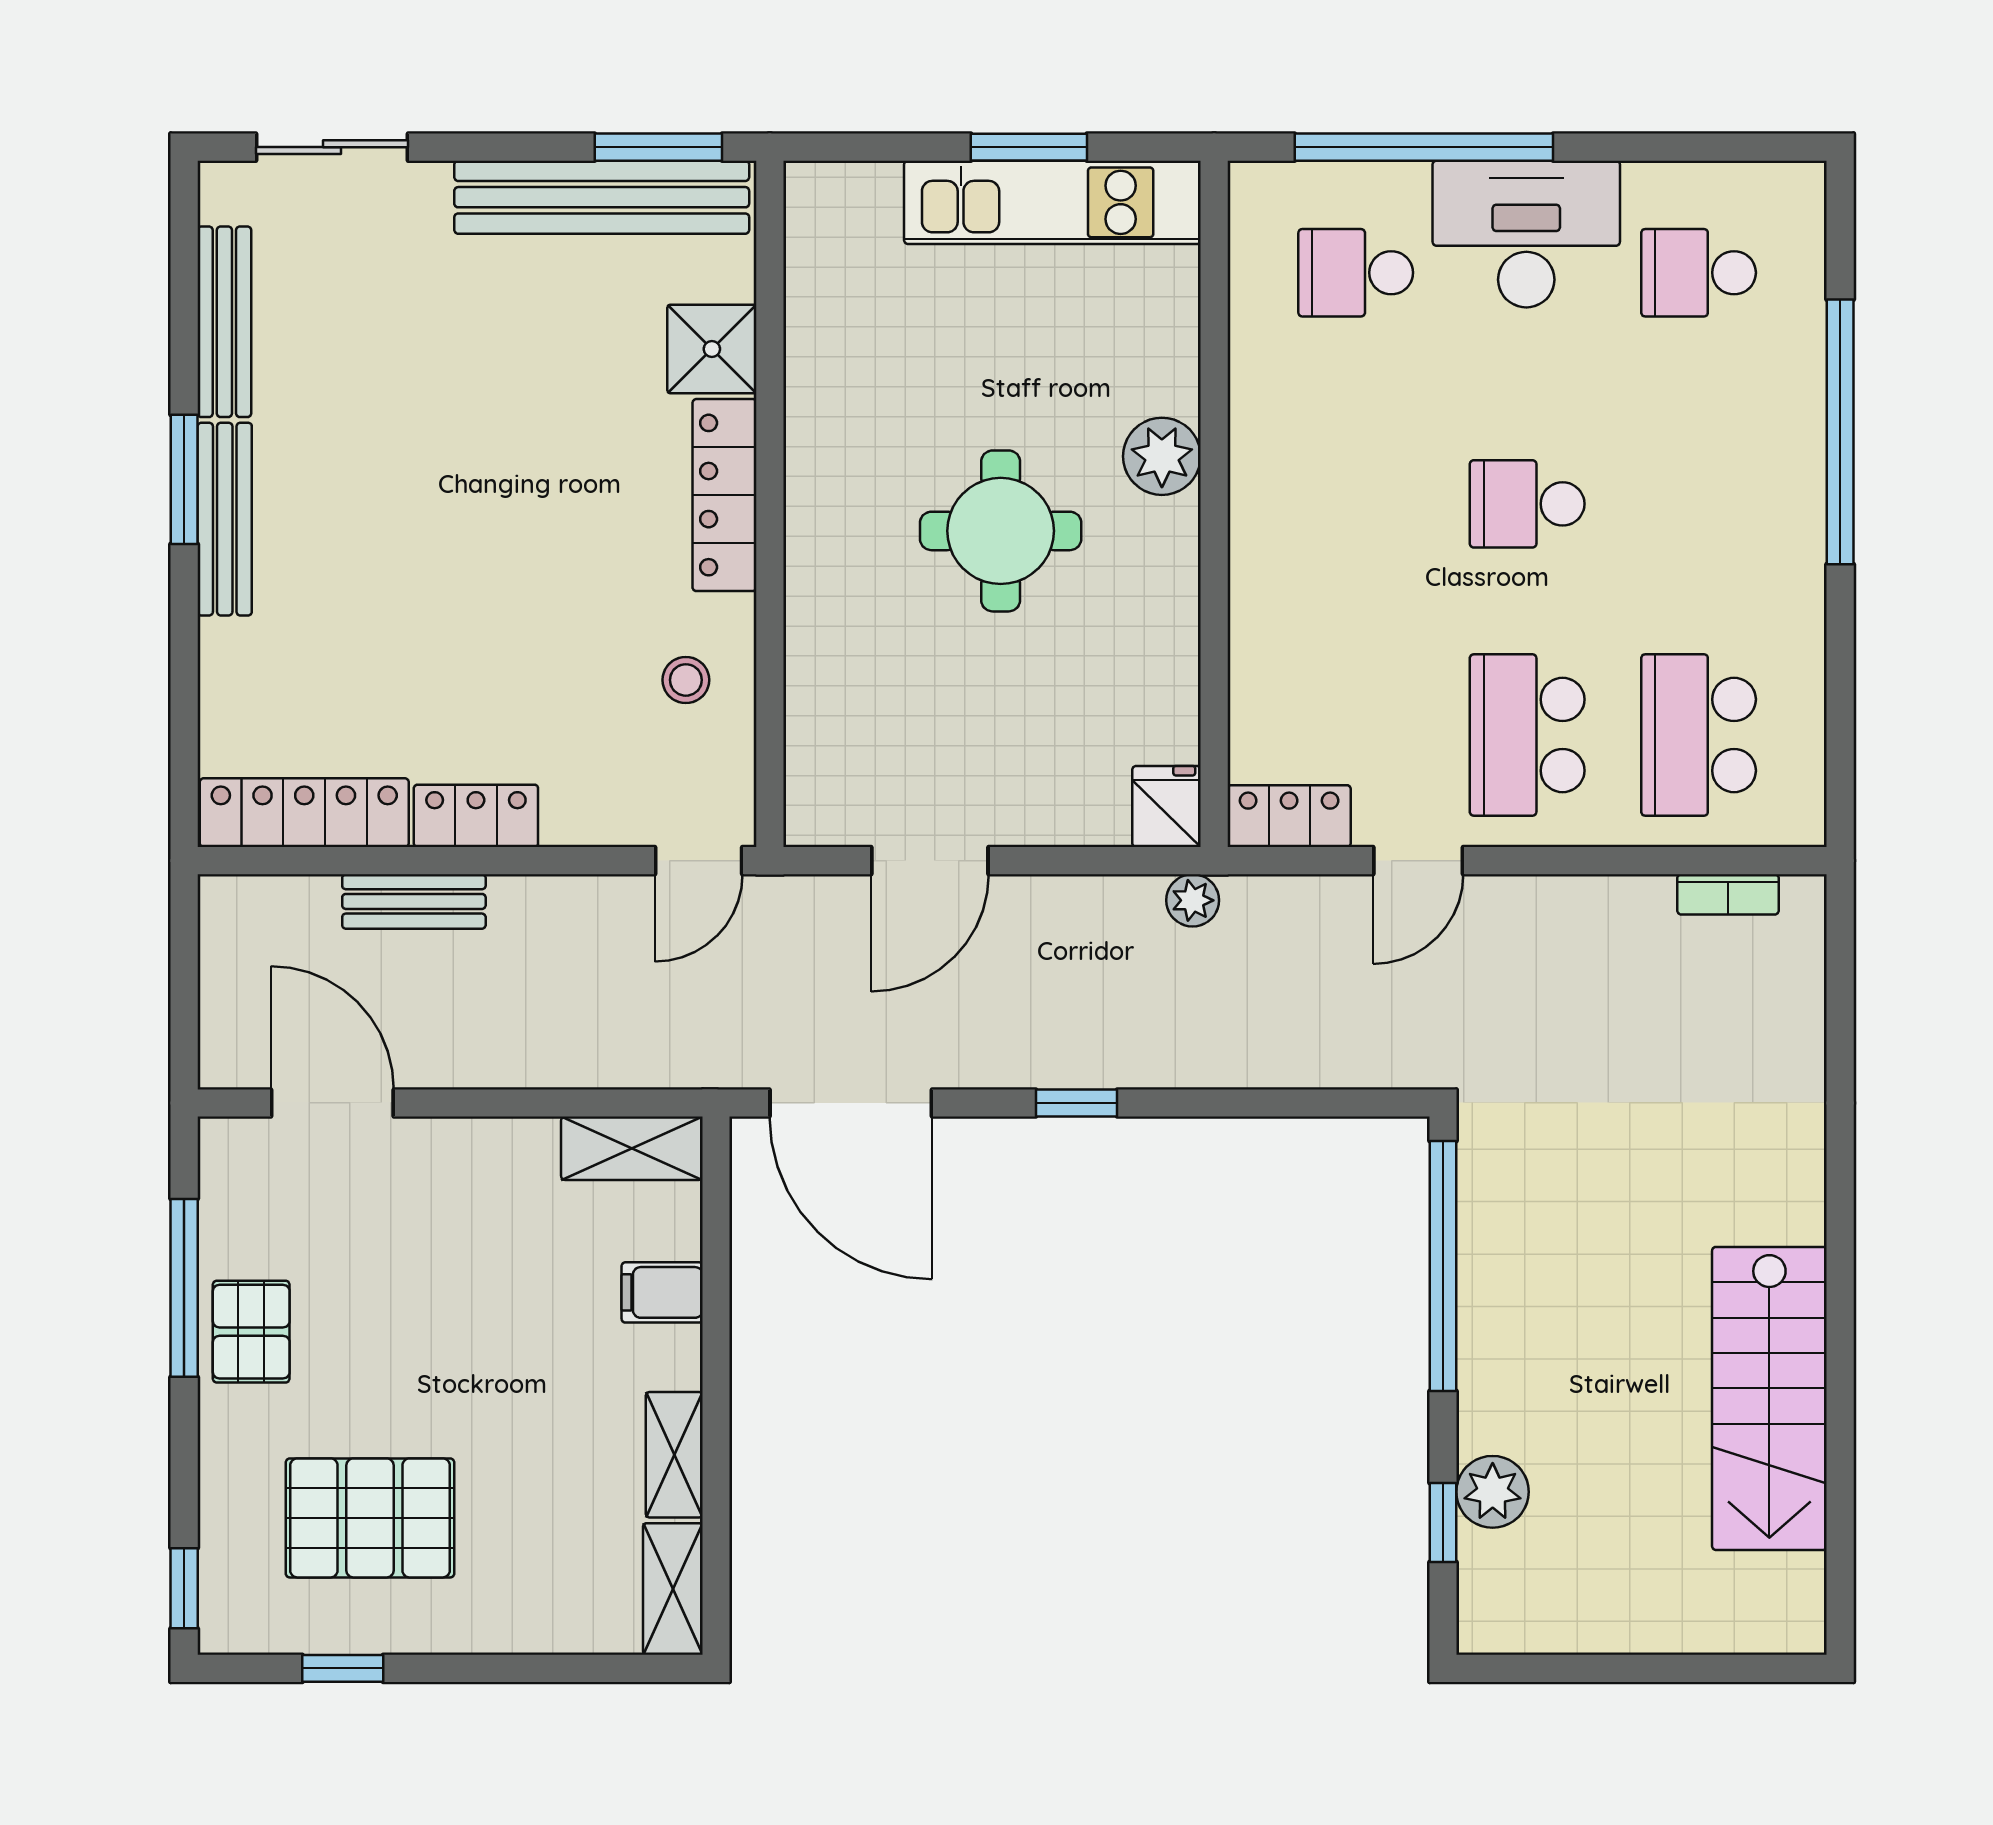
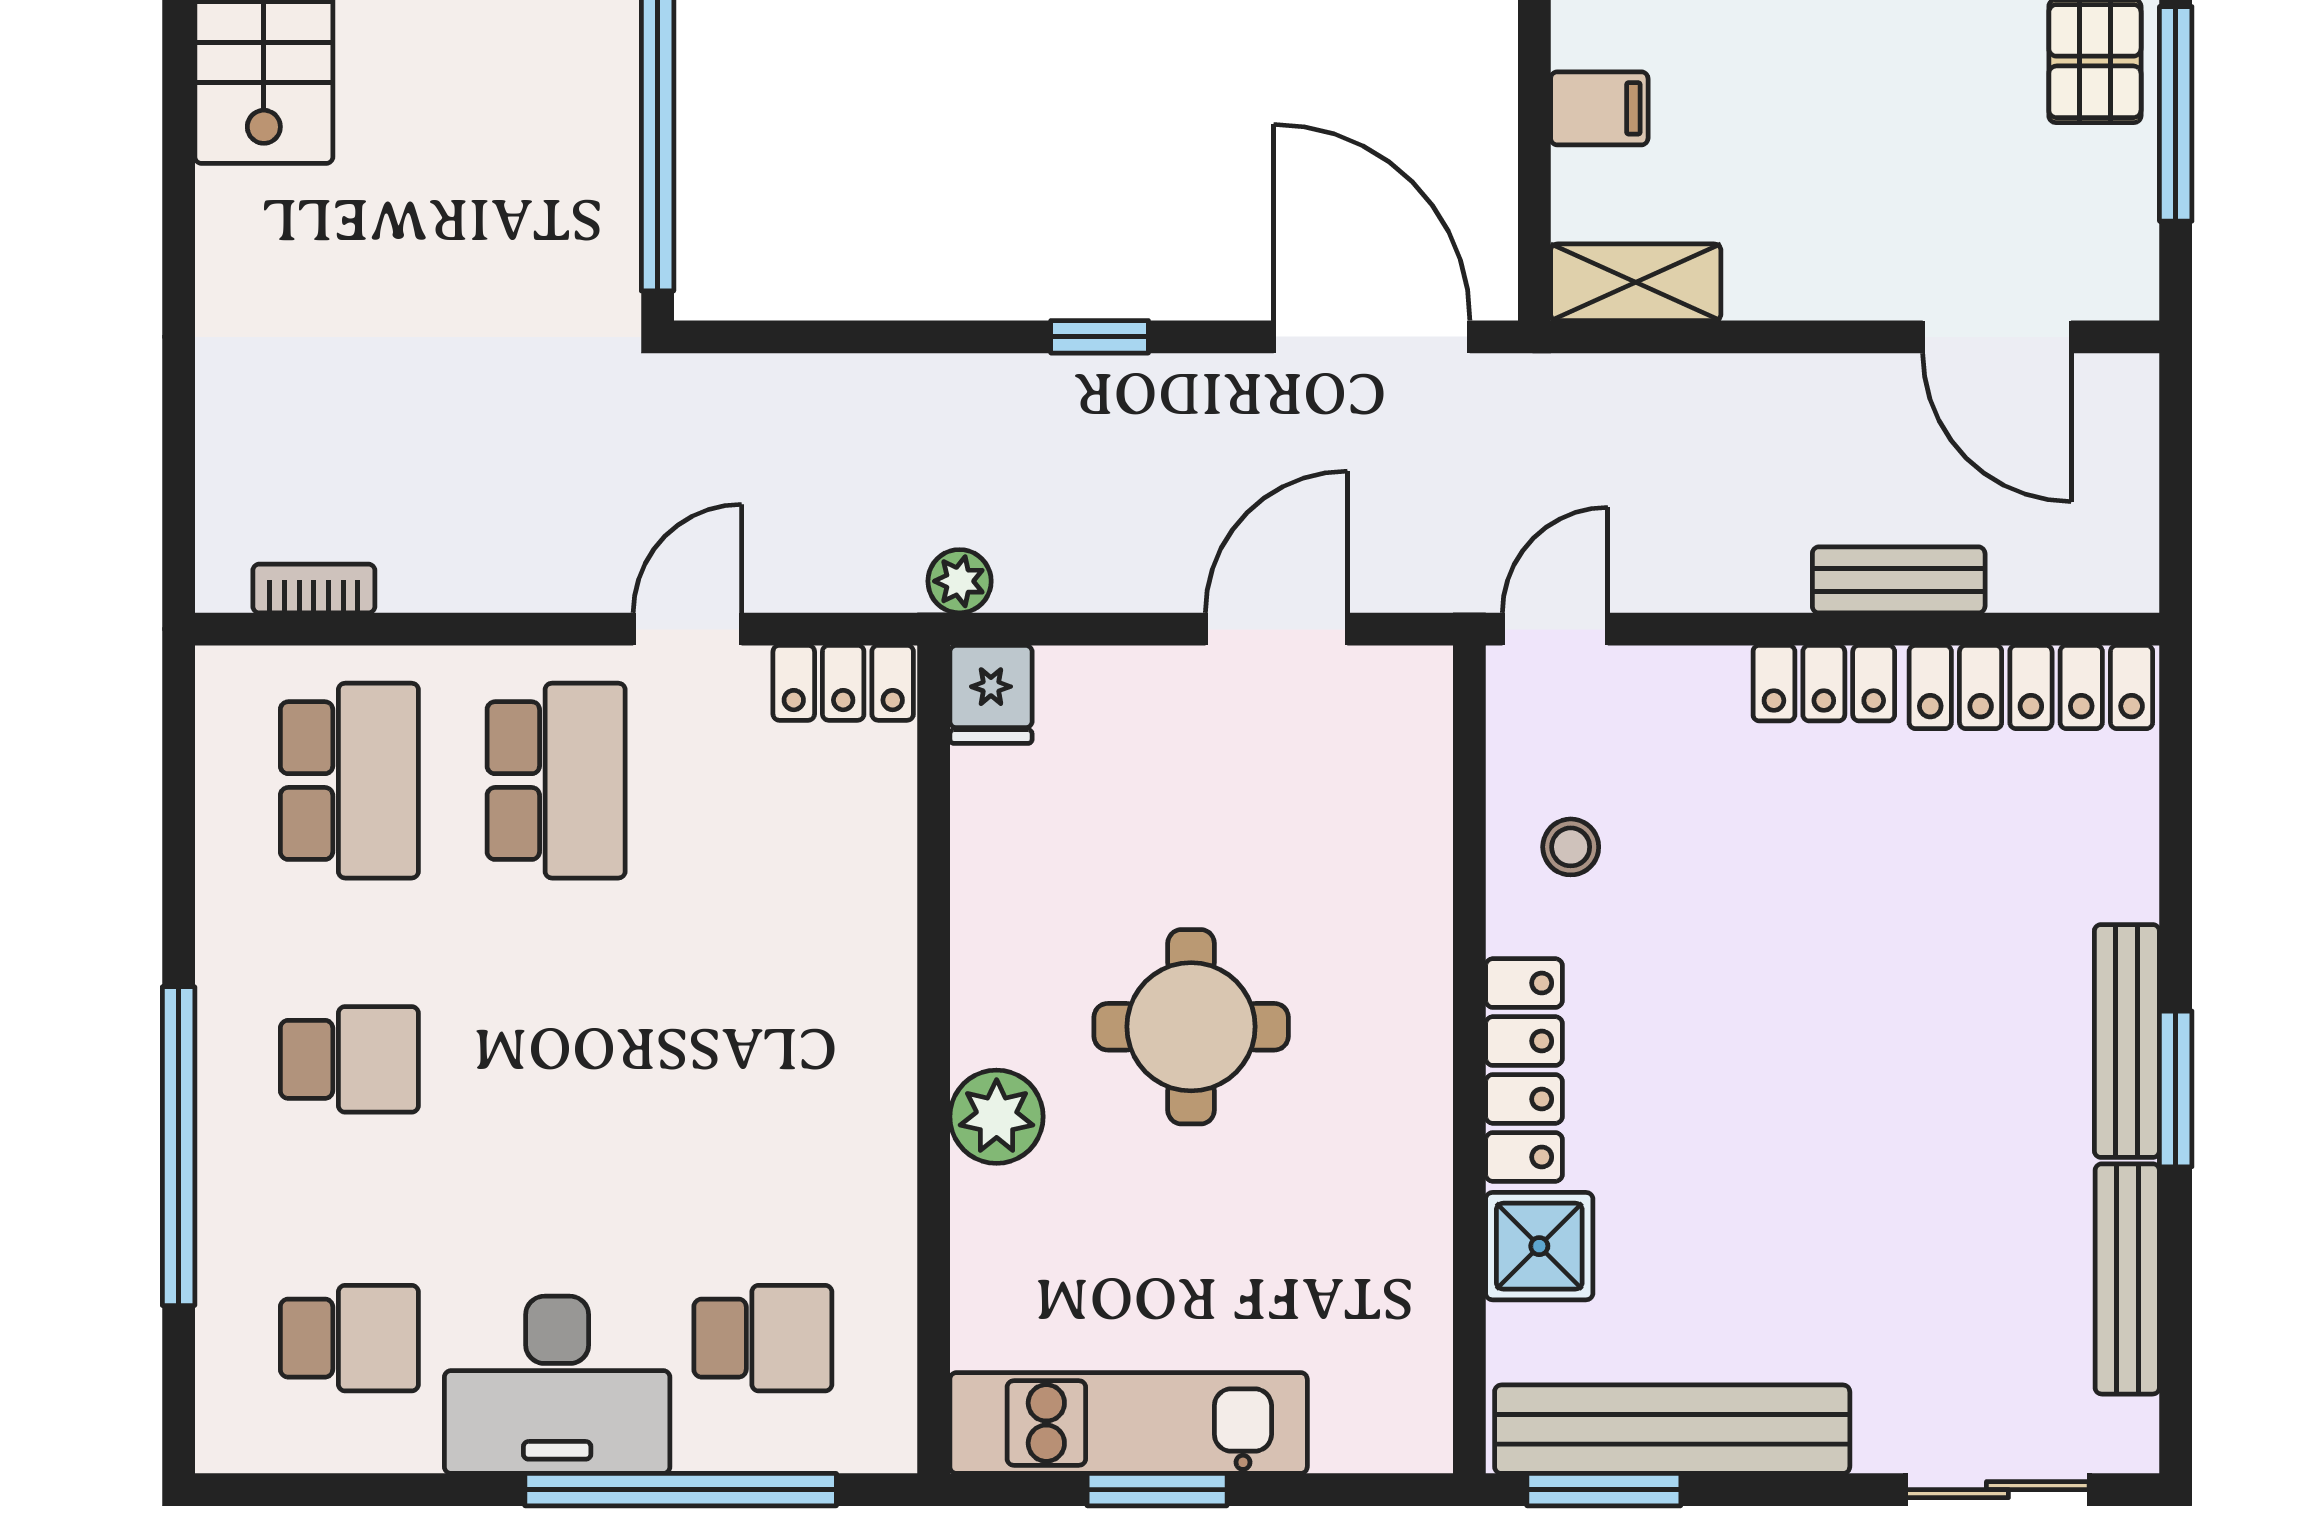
school desk: (1527, 504) -> (349, 1059), moved

